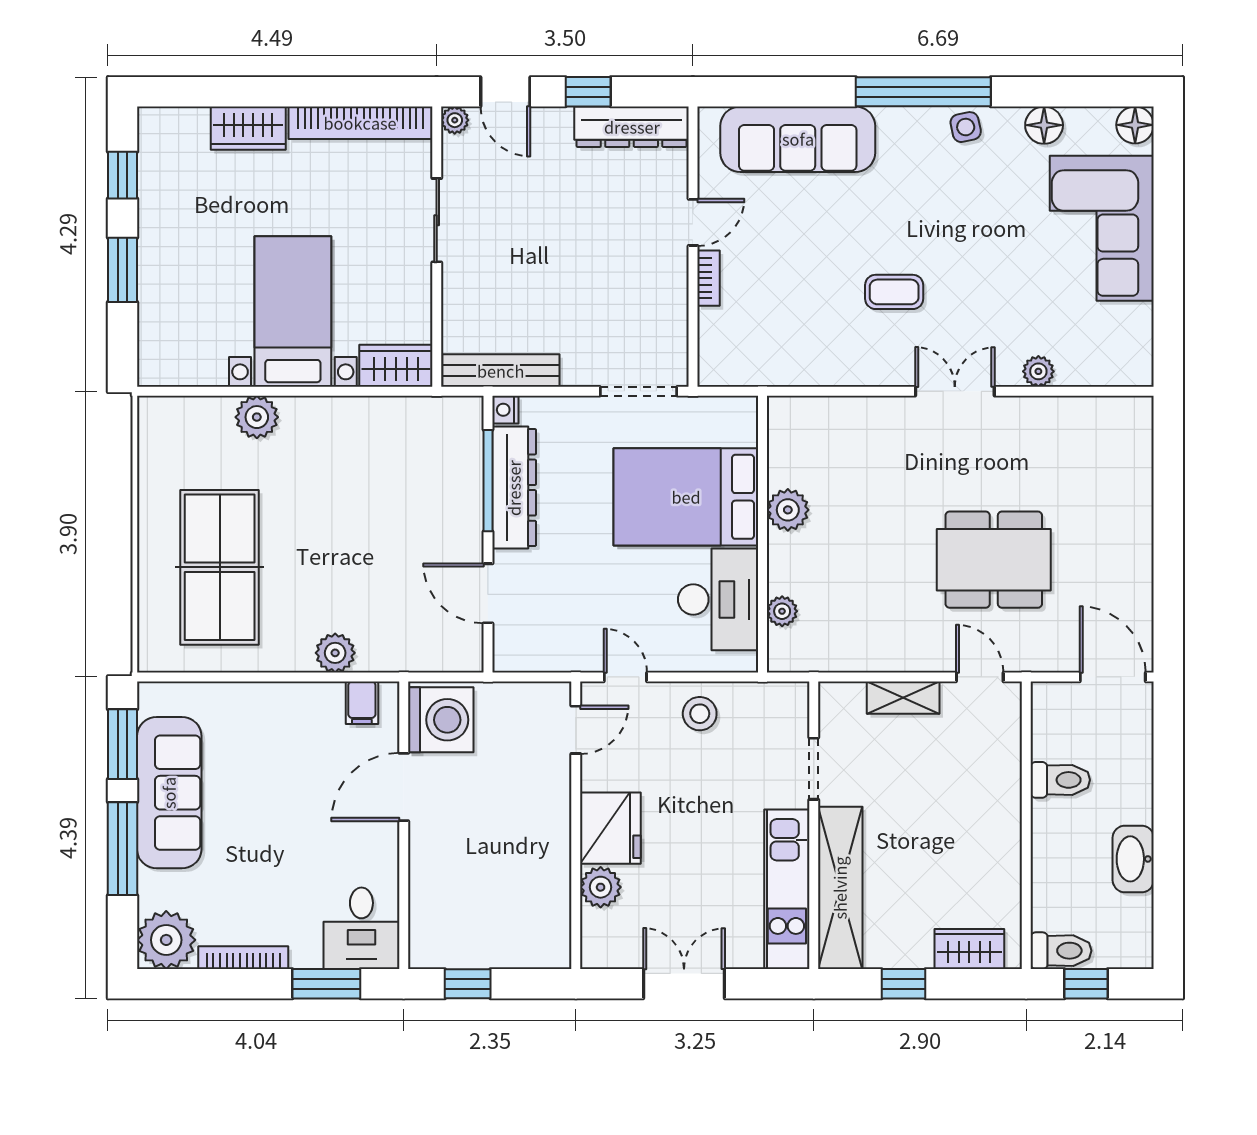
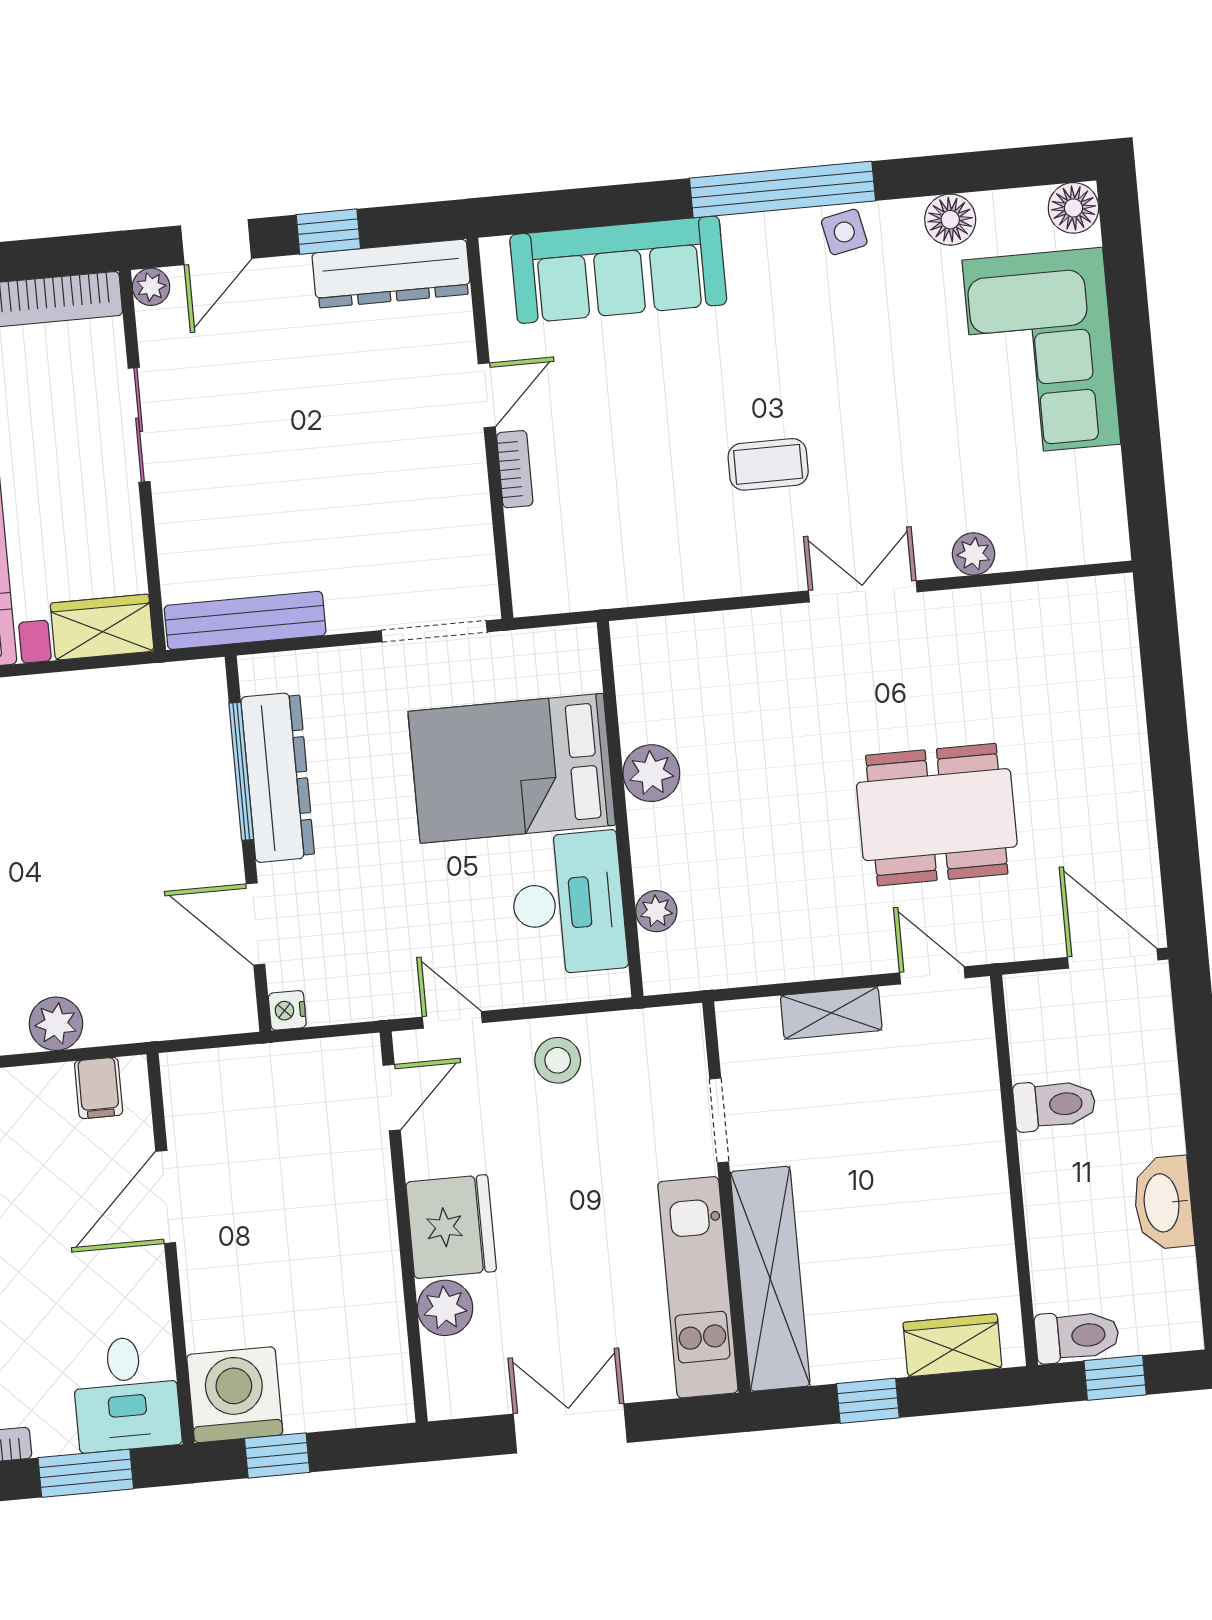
door: (505, 92) -> (216, 242), hinge flipped
nightstand: (505, 410) -> (287, 1010), moved
washing machine: (441, 720) -> (235, 1395), moved, turned -90

